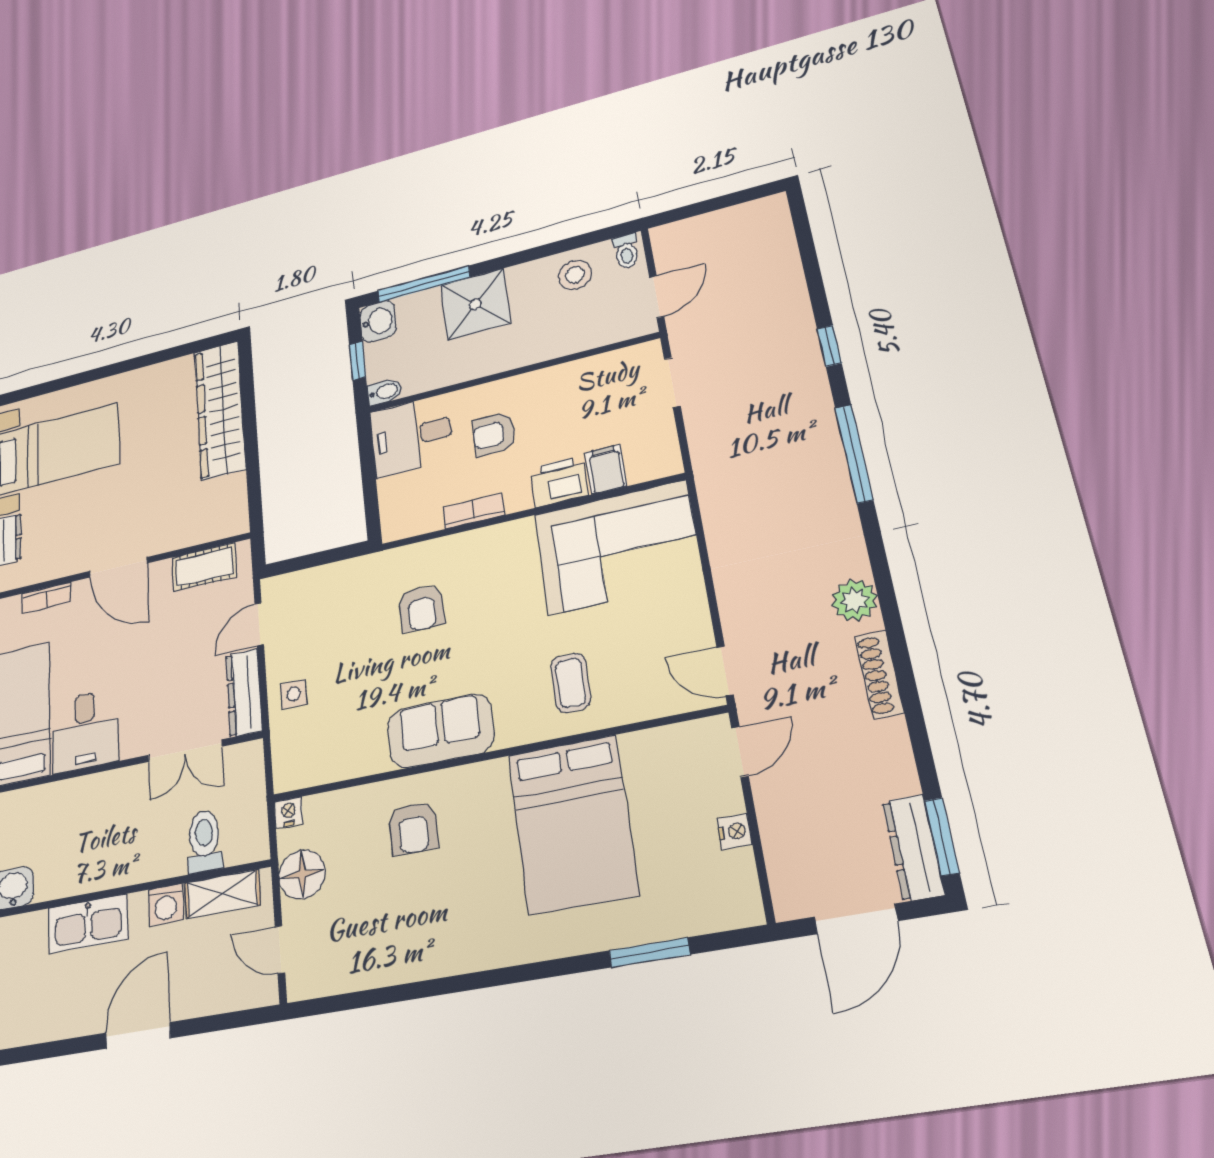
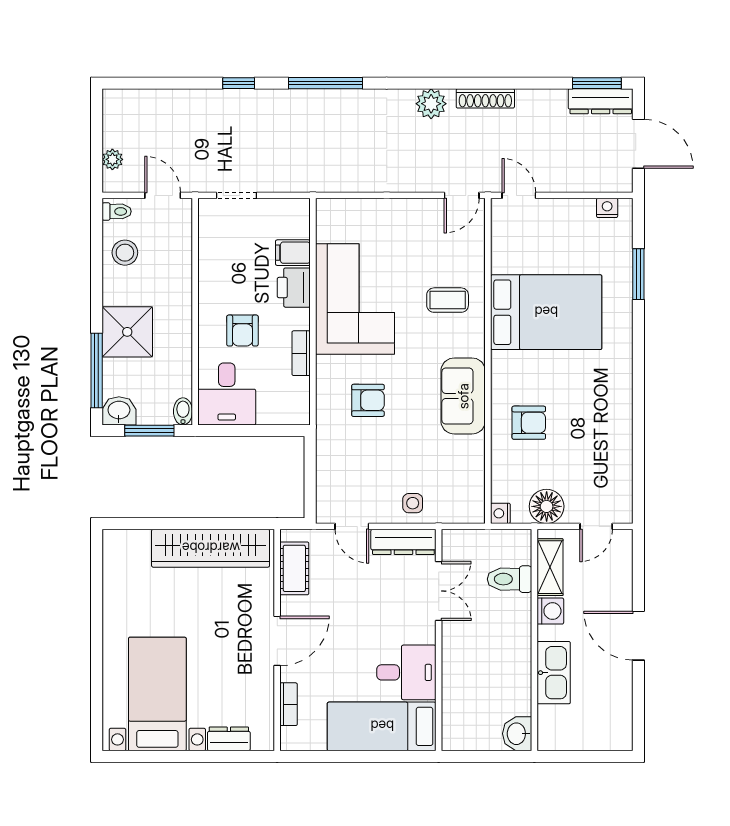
plant: (693, 228) -> (112, 159), added
window: (357, 361) -> (149, 431), width x1.50
wardrobe: (220, 410) -> (211, 548), moved
corner sofa: (617, 547) -> (355, 299), moved
nightstand: (734, 831) -> (607, 208), moved

